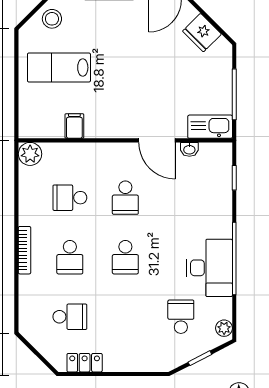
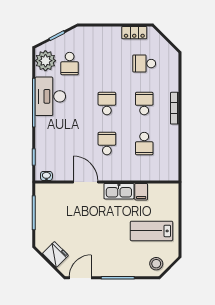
lab bench: (59, 68) -> (152, 231), turned 180
kitchen sink: (210, 127) -> (119, 191), moved
washbasin: (189, 149) -> (46, 176), moved
plant: (30, 154) -> (171, 173), removed
school desk: (70, 198) -> (144, 144), turned 90
plant: (224, 328) -> (45, 61), width x1.88, depth x1.88

